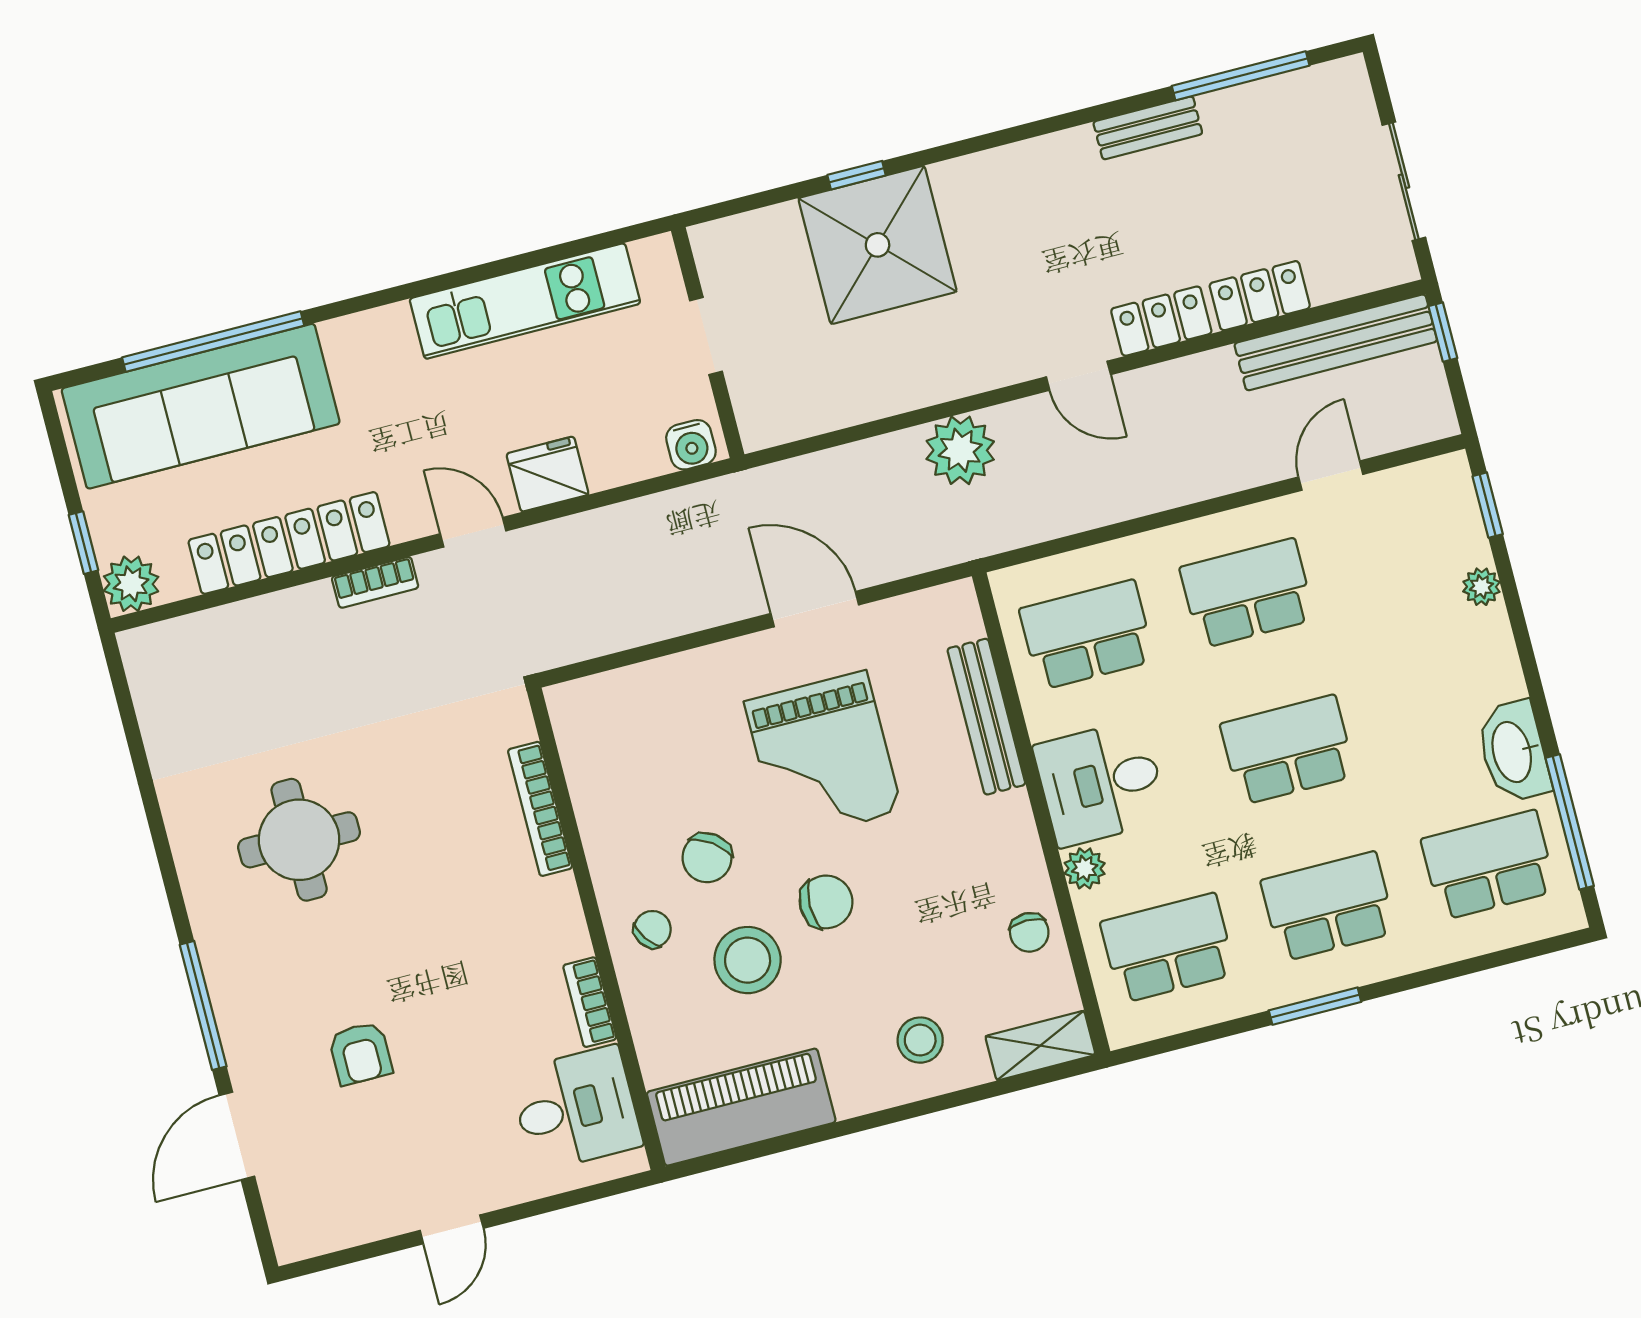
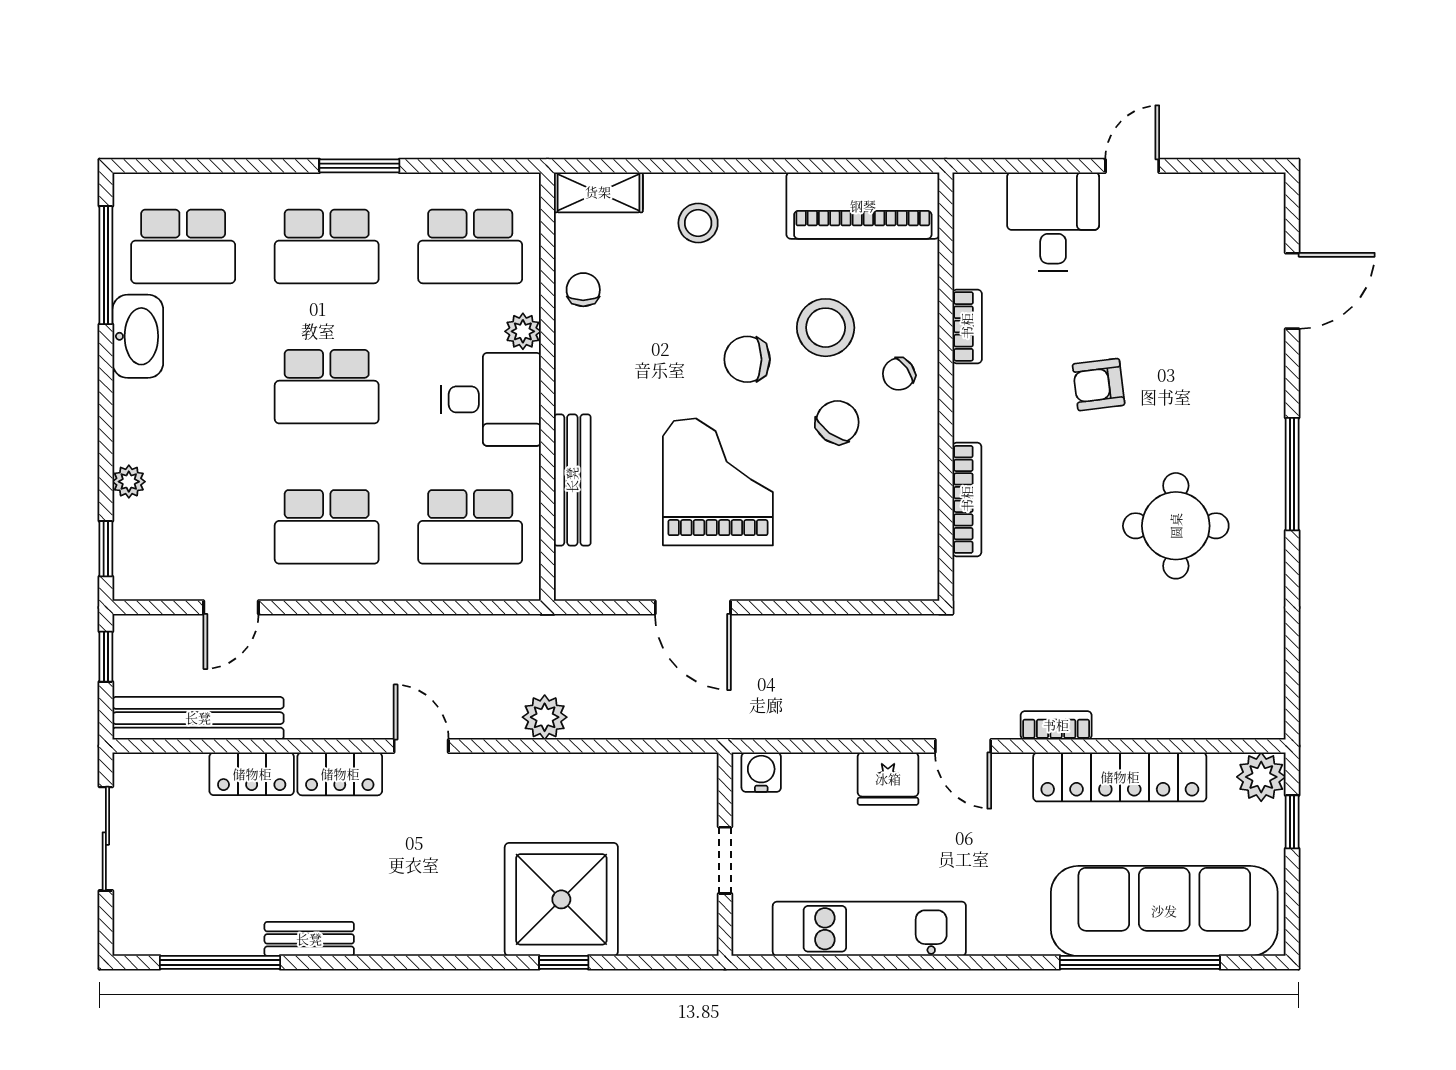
window: (1443, 332) -> (106, 657), moved
plant: (960, 450) -> (545, 717), width x0.73, depth x0.73
window: (203, 1005) -> (1292, 474), moved
armchair: (360, 1053) -> (1099, 385), moved, turned -97
desk: (576, 1109) -> (1053, 222), moved, turned 90

